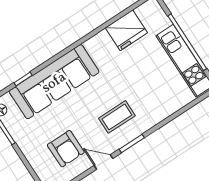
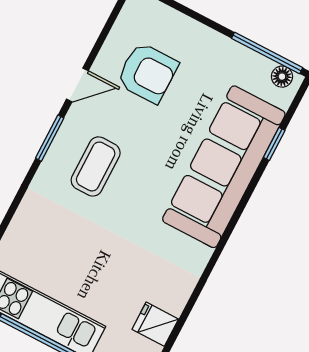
fridge: (126, 30) -> (155, 324), width x0.53, depth x0.75
armchair: (66, 149) -> (147, 73), turned 180

